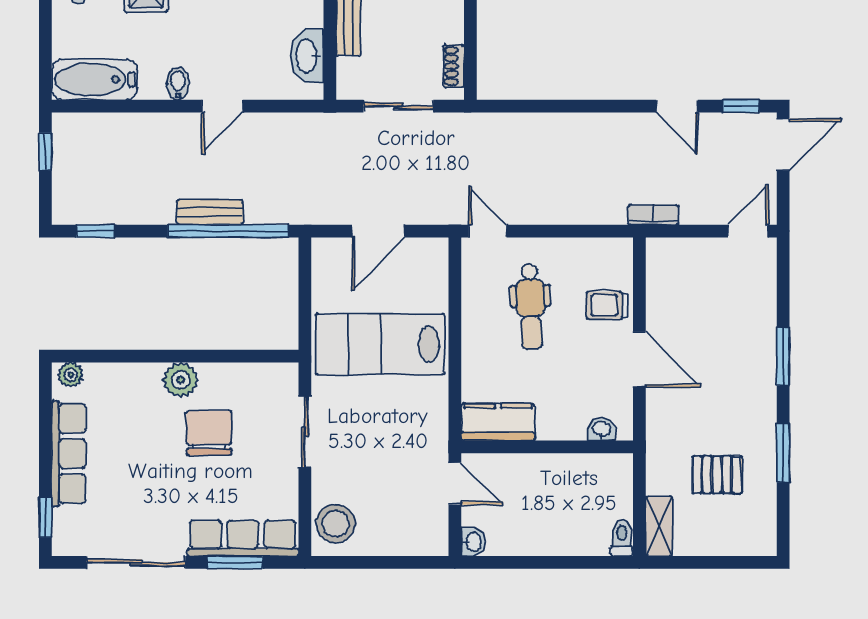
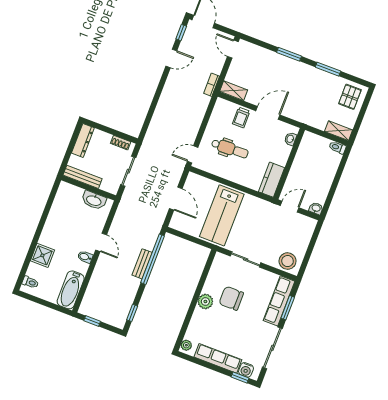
shelving: (659, 267) -> (234, 91), added
pallet: (717, 475) -> (350, 97), moved
water cooler: (67, 524) -> (246, 370), added

